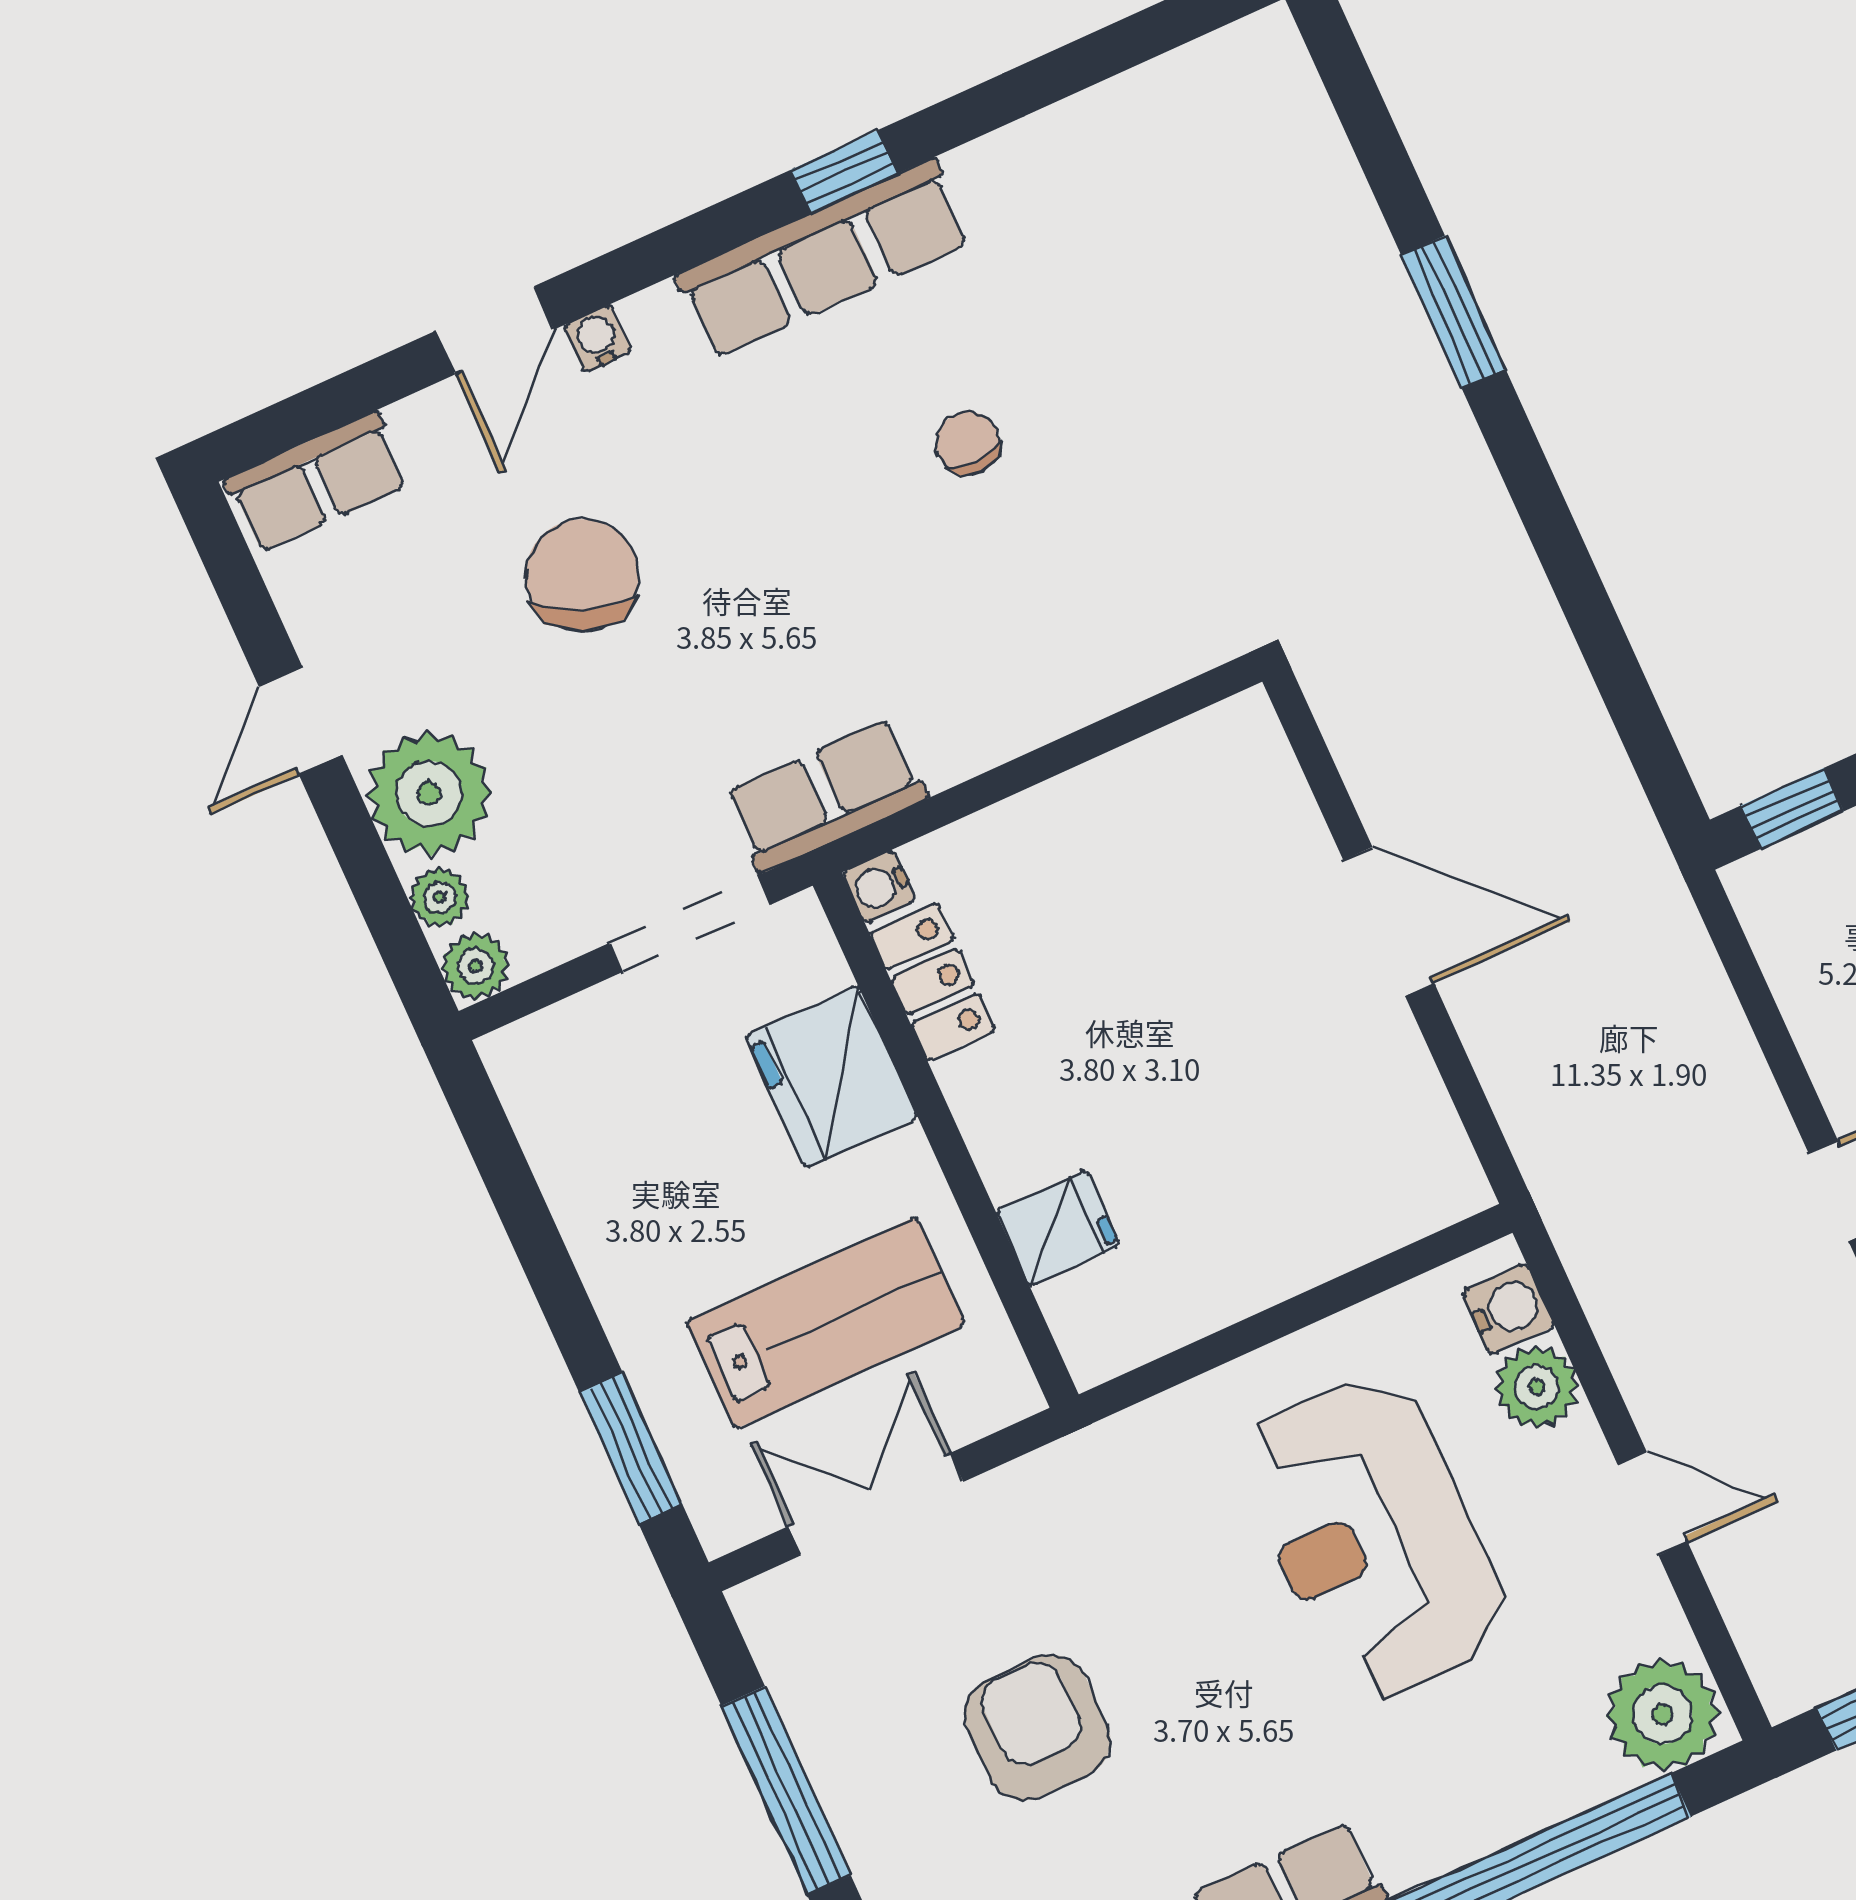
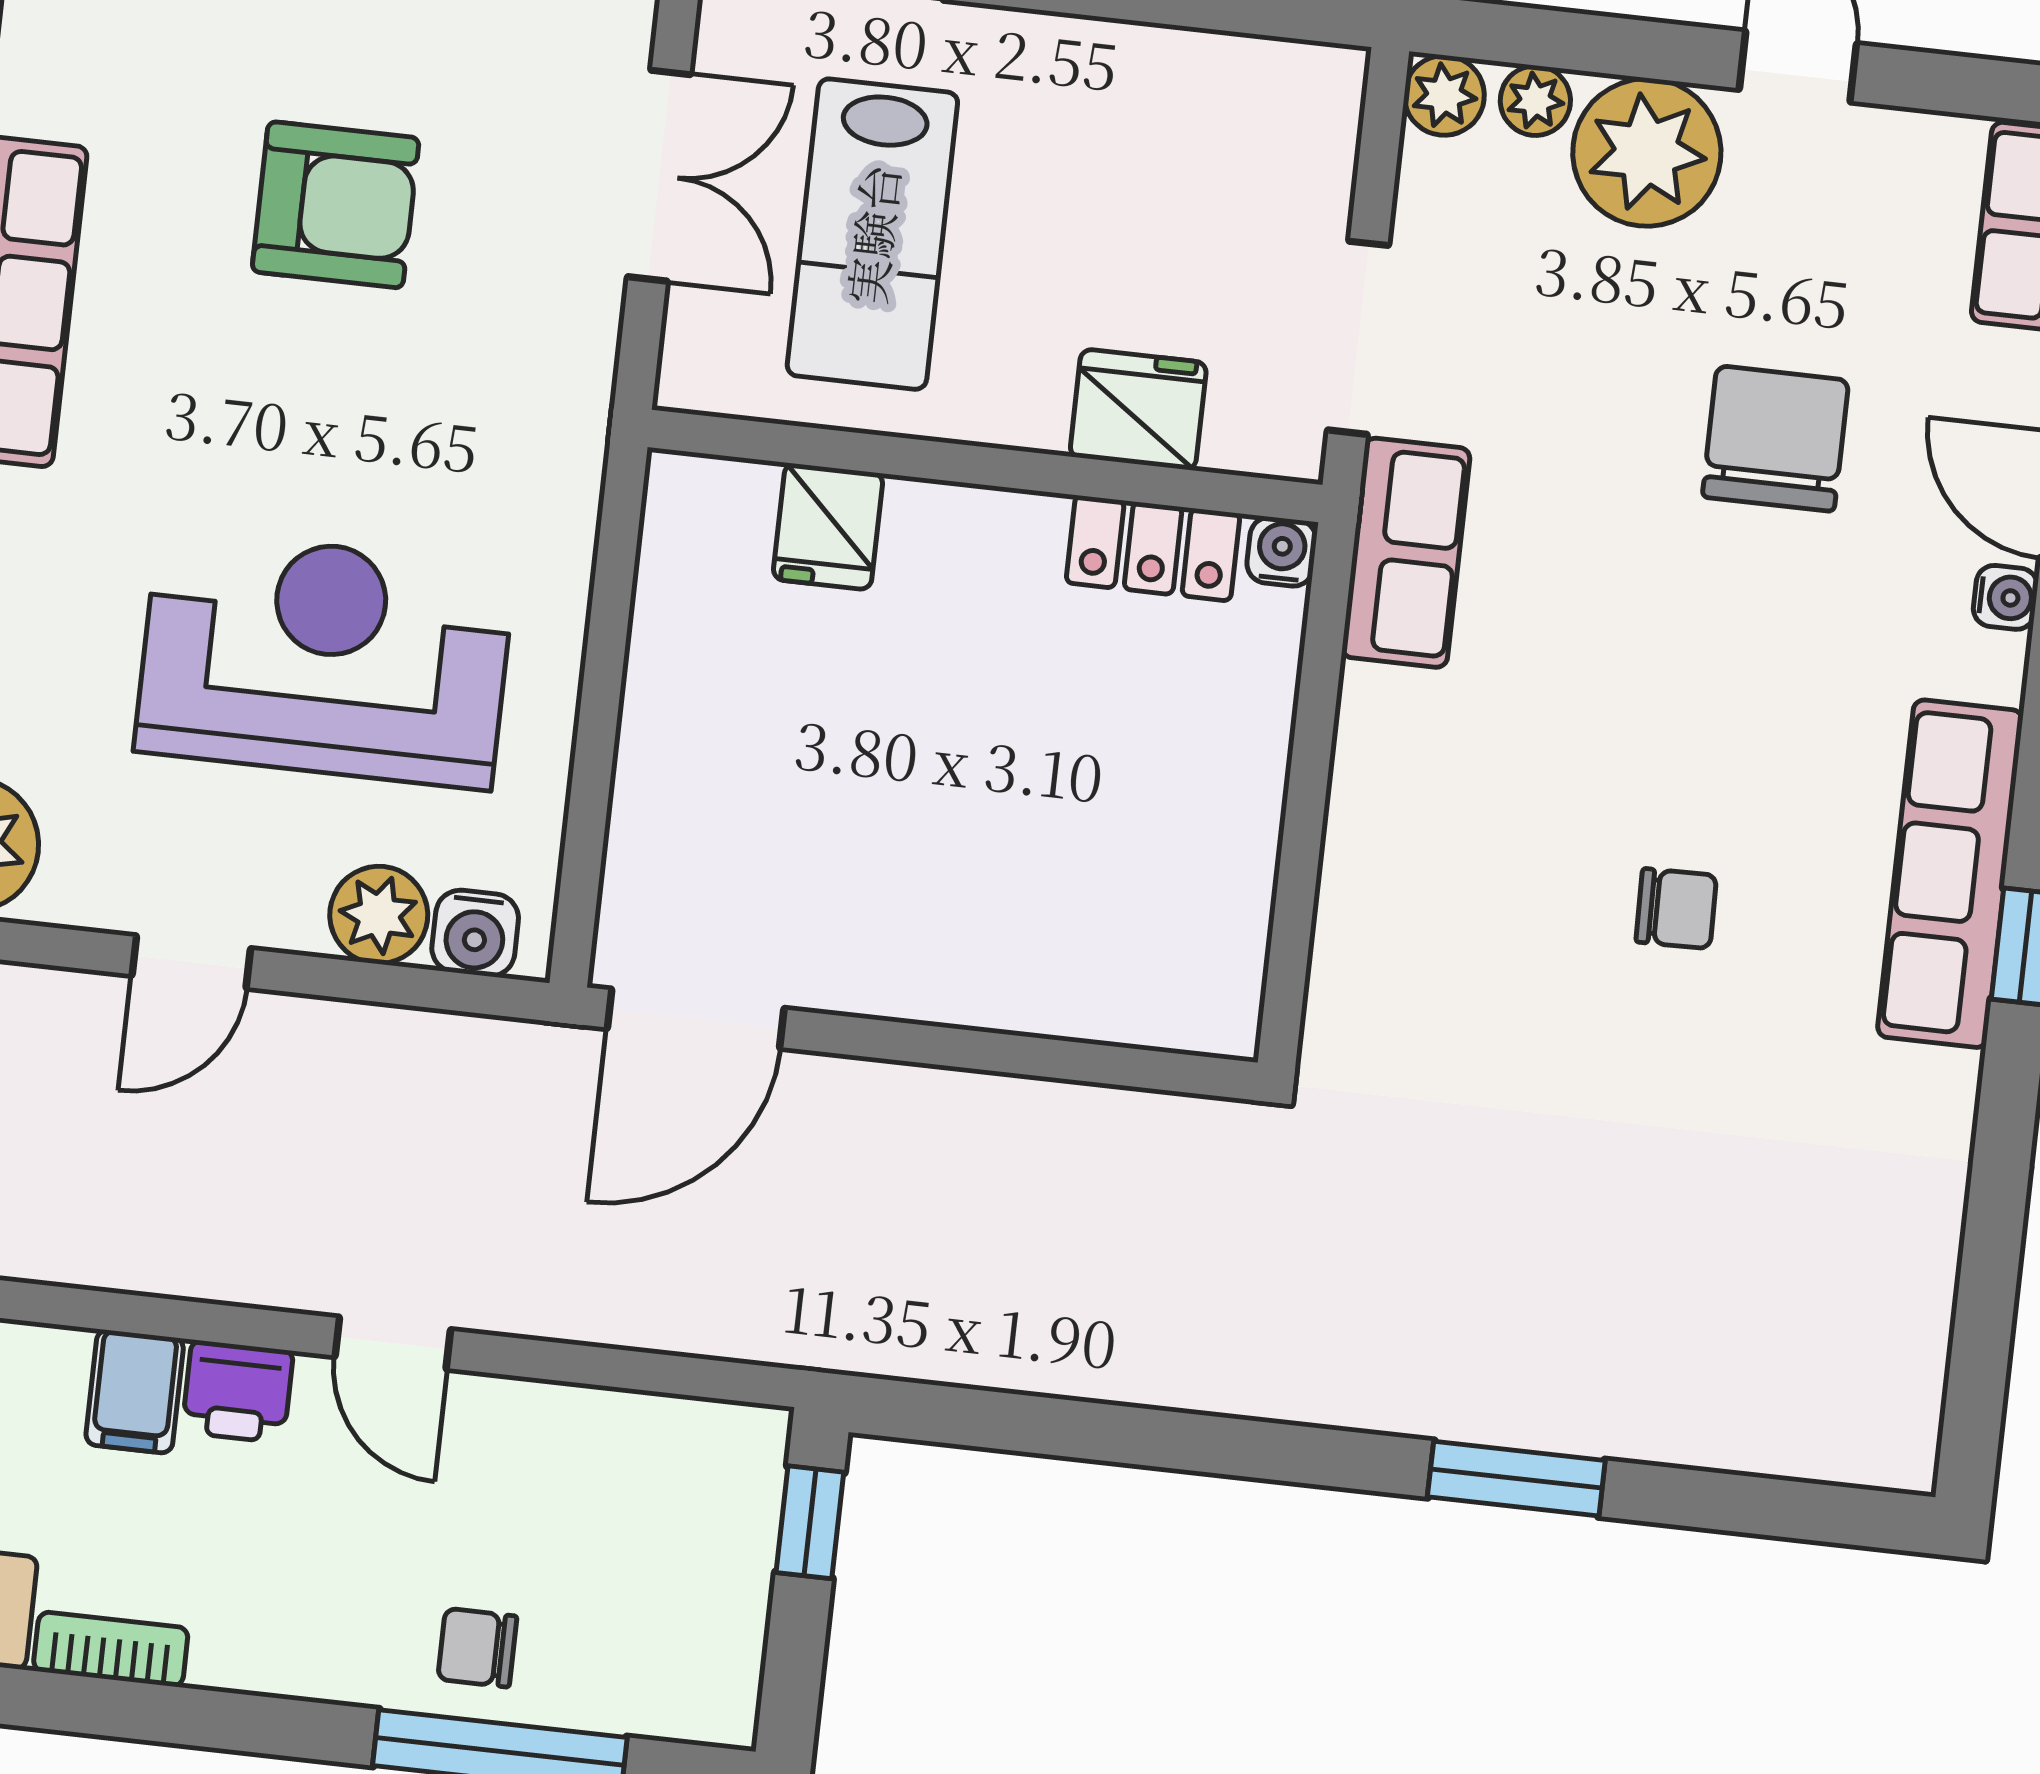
chair: (582, 575) -> (1775, 439), turned -112
door: (1389, 921) -> (696, 1019), moved
fridge: (832, 1077) -> (1138, 410), width x0.73, depth x0.75

